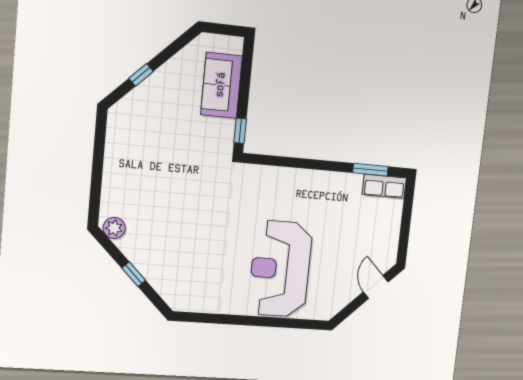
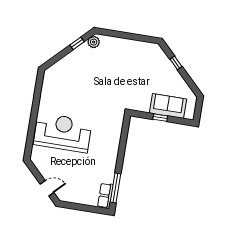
window: (240, 131) -> (160, 118), moved
window: (370, 170) -> (116, 188), width x1.44
window: (134, 274) -> (77, 43), moved

